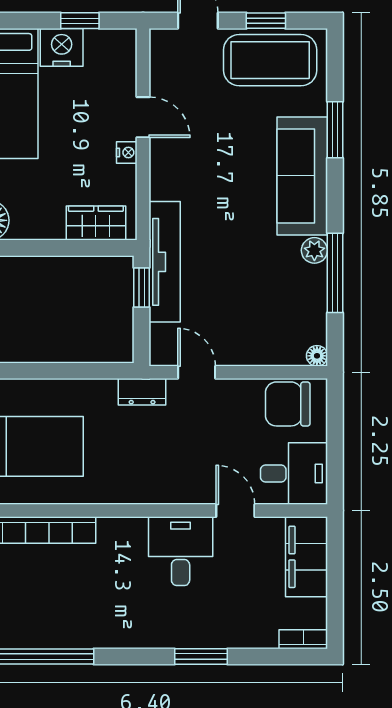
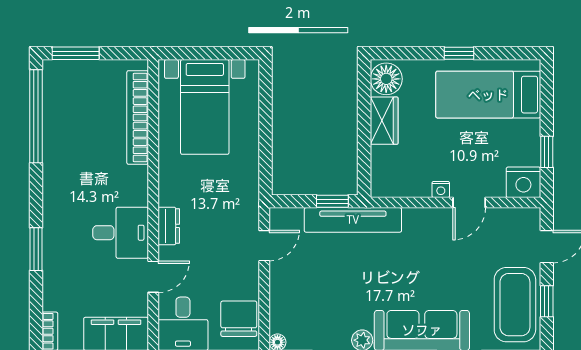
nightstand: (62, 47) -> (523, 182), moved, turned 90
wardrobe: (96, 223) -> (384, 121), moved
dresser: (142, 392) -> (169, 226), moved, turned 180

